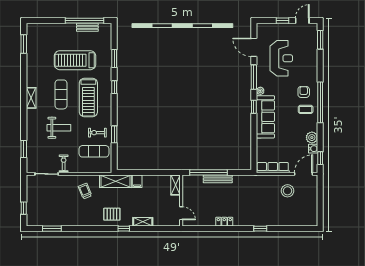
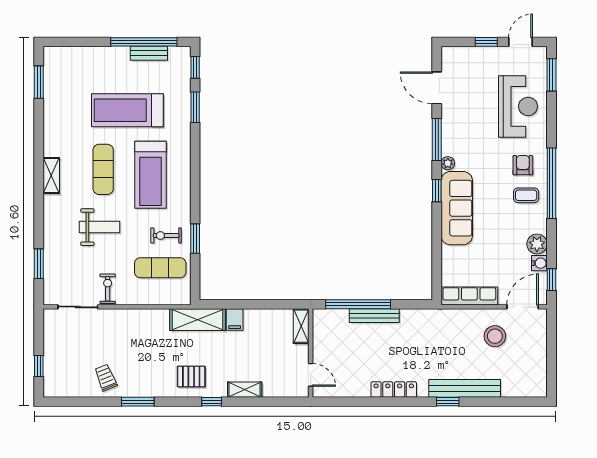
reception desk: (281, 58) -> (518, 106), moved
window: (114, 87) -> (195, 67), moved
trolley: (85, 191) -> (106, 378), moved
bench: (270, 221) -> (465, 388), added
locker: (224, 222) -> (394, 389), width x1.53
window: (52, 229) -> (138, 402), moved

